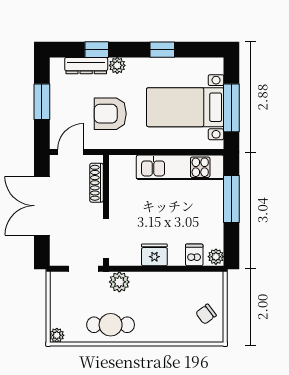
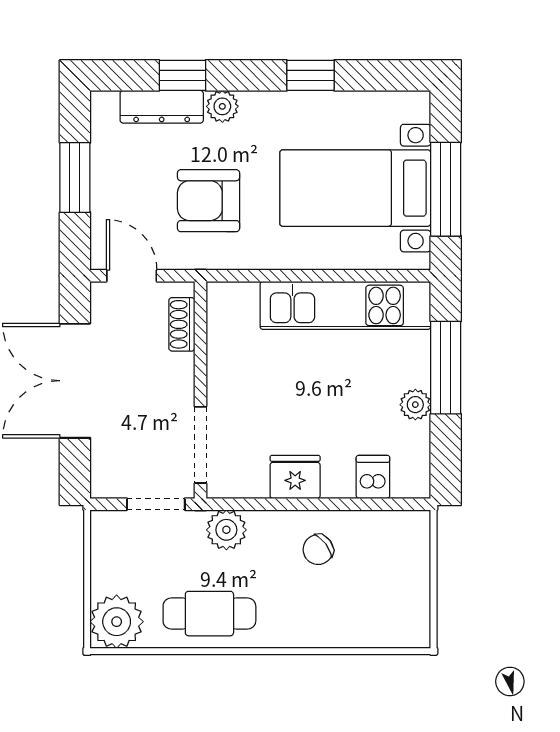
door: (71, 152) -> (132, 276), hinge flipped
shoe rack: (96, 183) -> (182, 324), width x0.70
plant: (216, 257) -> (415, 405), moved
chair: (206, 314) -> (318, 550), moved
plant: (57, 335) -> (117, 622), width x1.88, depth x1.88

